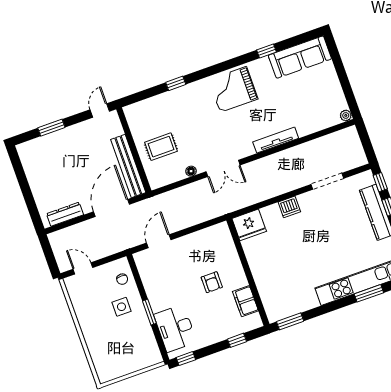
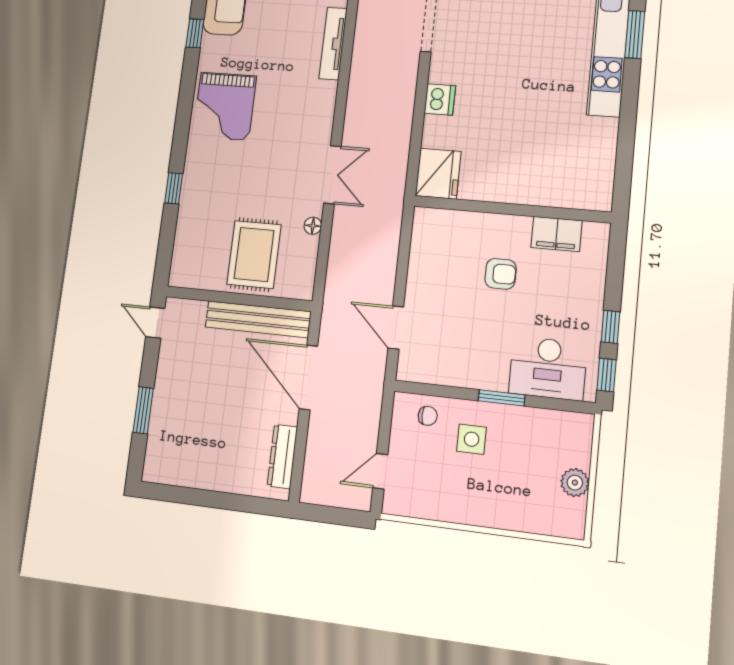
tv unit: (276, 140) -> (333, 44), moved
rug: (161, 147) -> (254, 254), width x1.36, depth x1.43
window: (290, 321) -> (623, 178), removed
window: (237, 340) -> (611, 327), moved
plant: (125, 367) -> (575, 483), added

